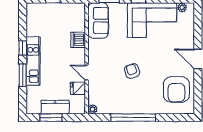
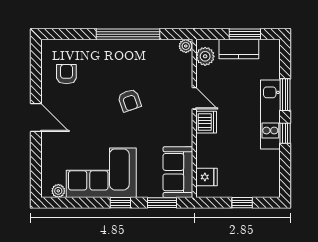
dishwasher: (78, 40) -> (206, 122), moved
fridge: (78, 88) -> (207, 177), moved
armchair: (176, 89) -> (66, 74), width x0.53, depth x0.53
plant: (79, 102) -> (205, 56), added

